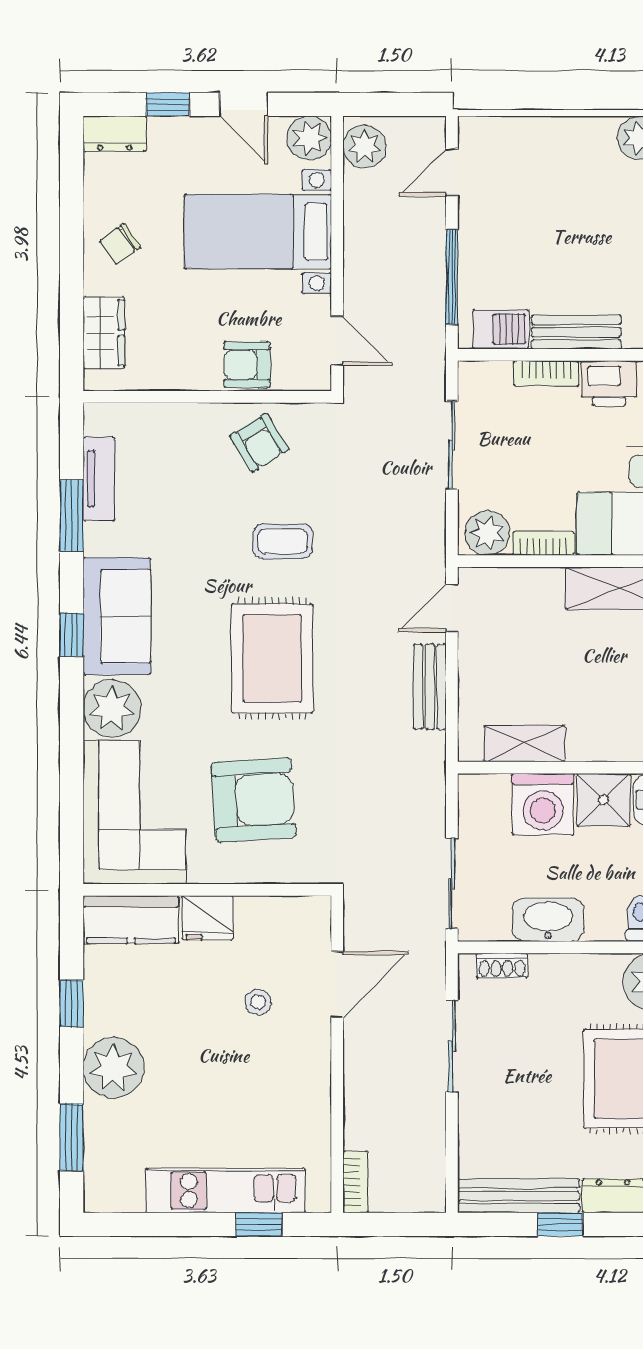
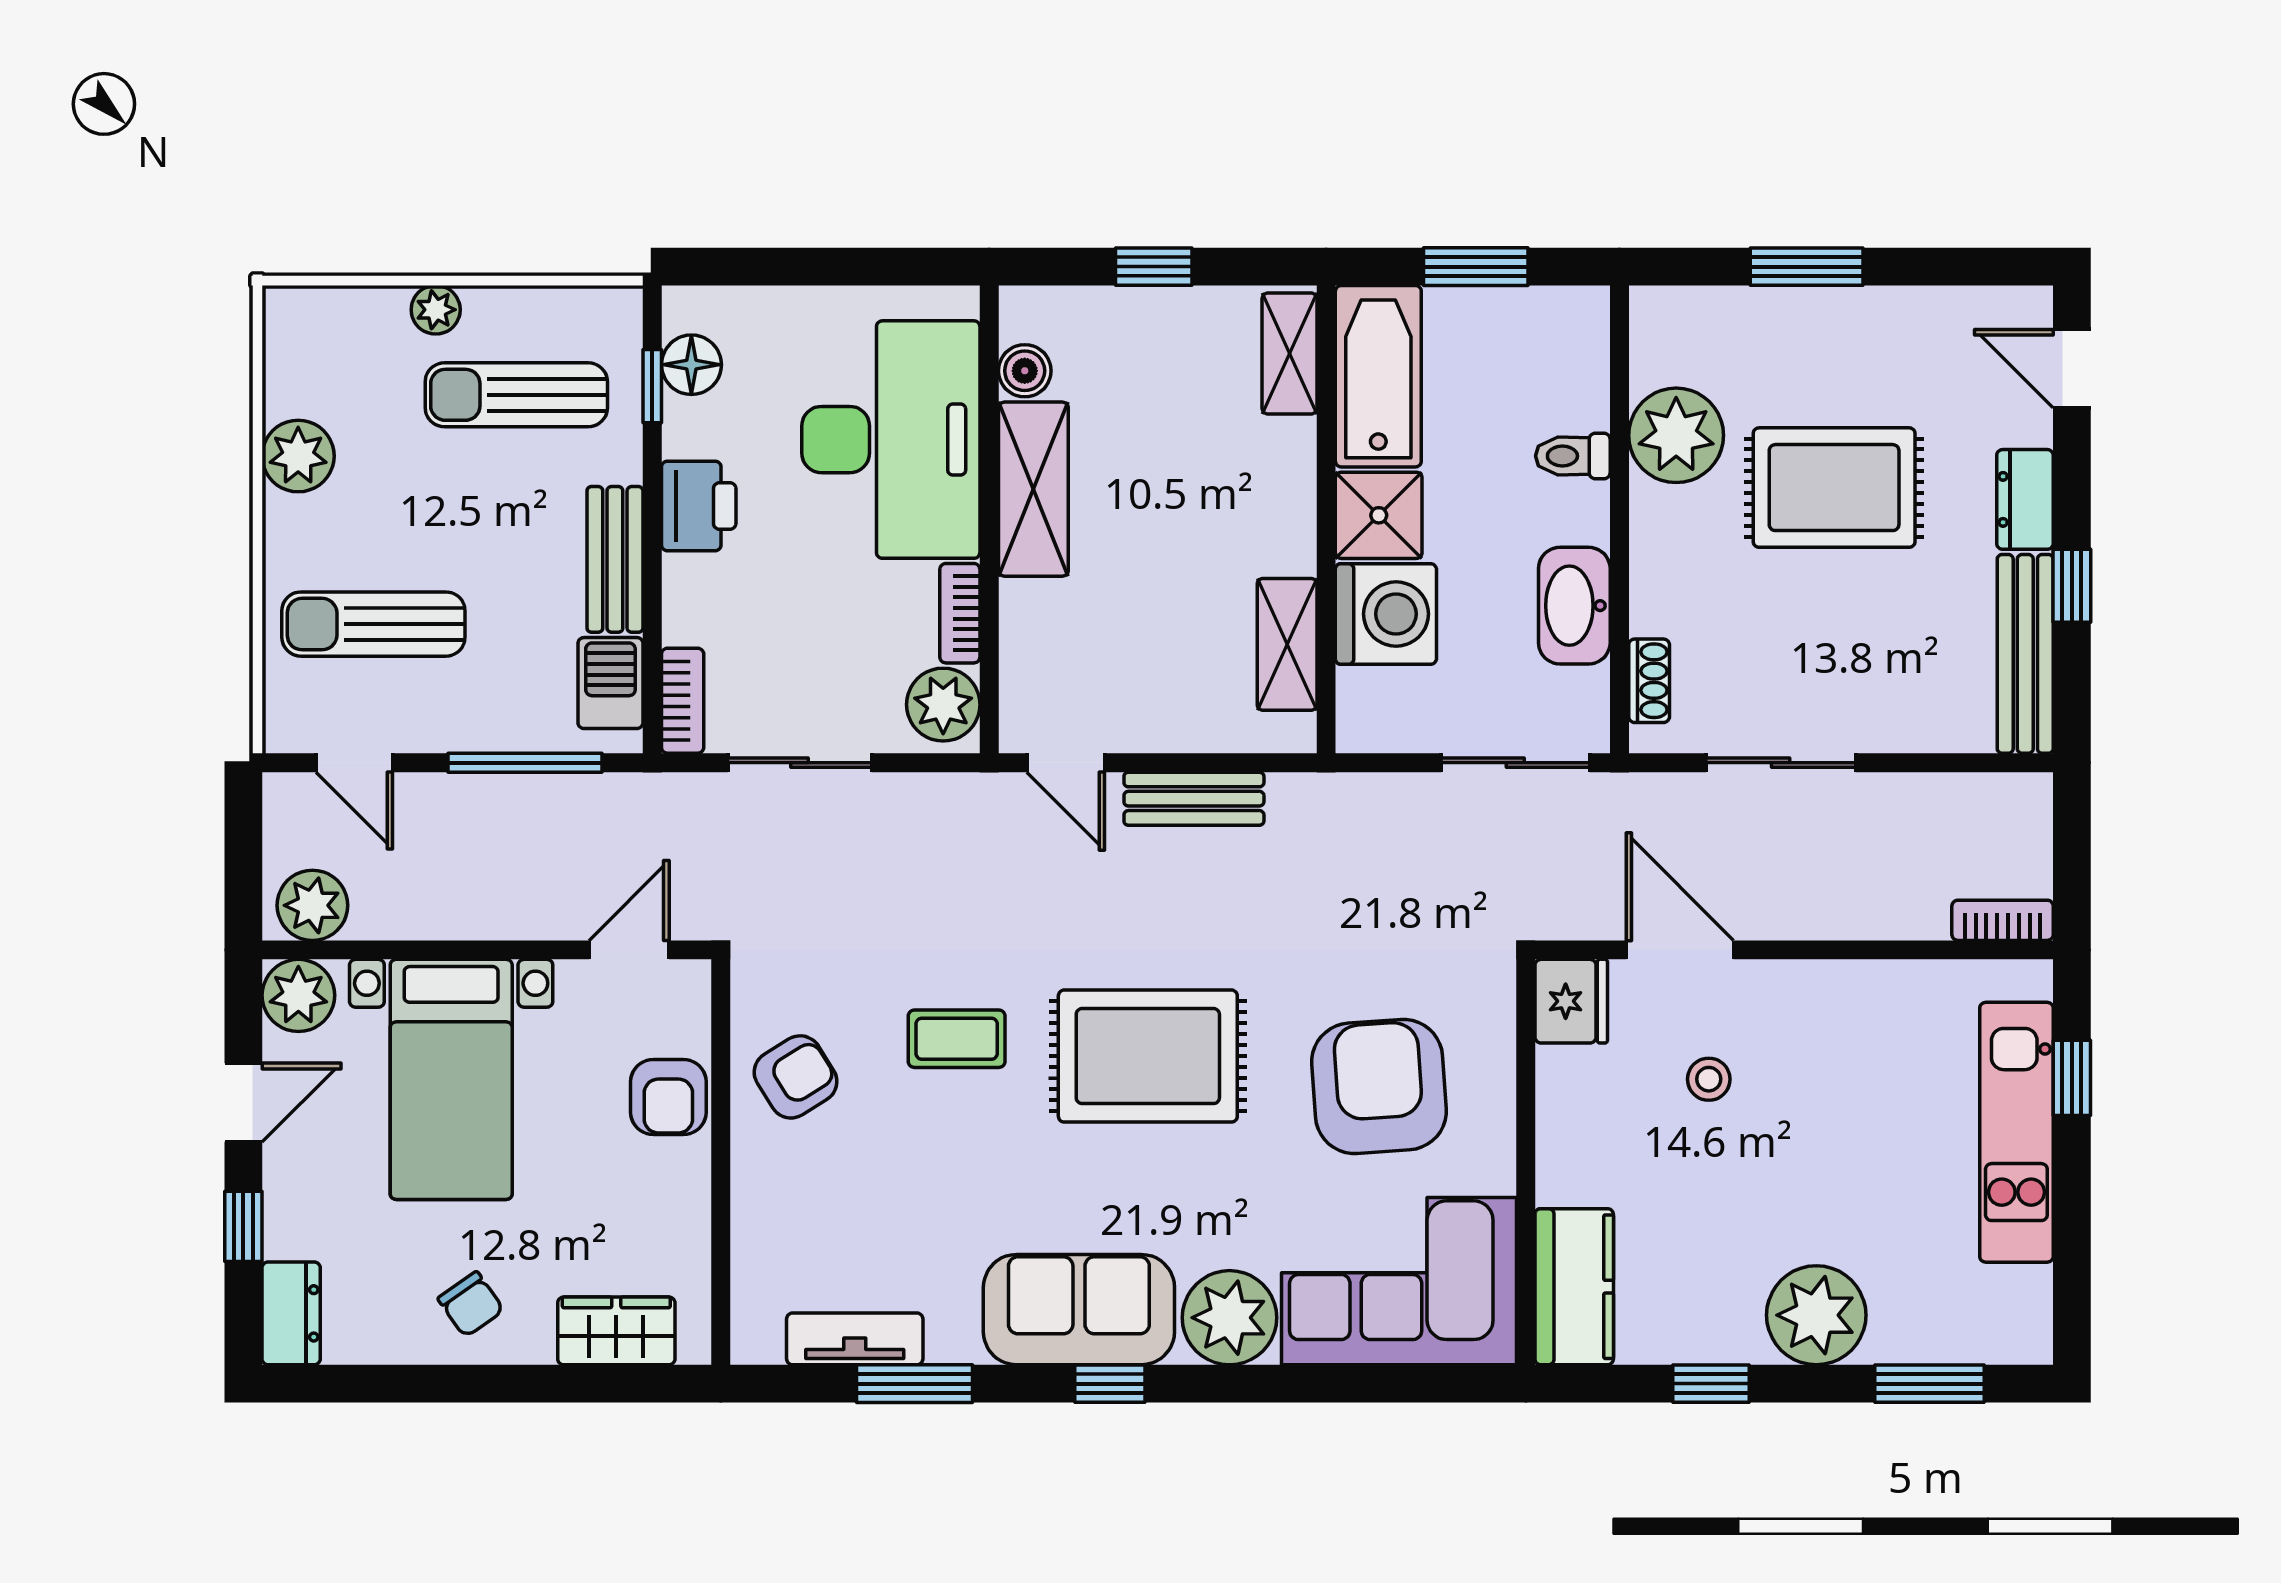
sun lounger: (537, 184) -> (373, 624), added
bookcase: (546, 373) -> (683, 701), moved
coffee table: (283, 541) -> (957, 1039), turned 90
fridge: (207, 918) -> (1571, 1001), moved

